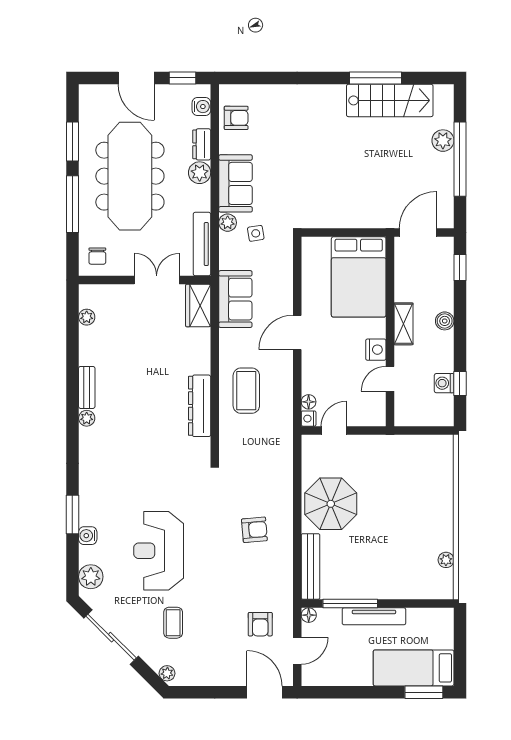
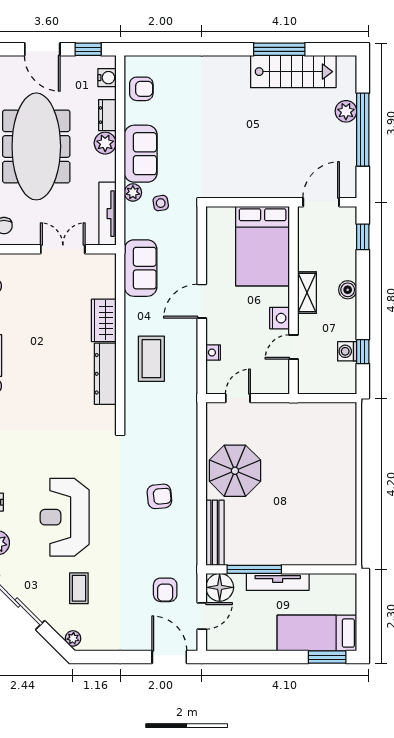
wardrobe: (198, 306) -> (104, 320), moved
floor lamp: (309, 402) -> (213, 370), removed
nightstand: (309, 419) -> (213, 353), moved
plant: (446, 560) -> (349, 526), removed
floor lamp: (309, 615) -> (220, 587), width x1.89, depth x1.89

